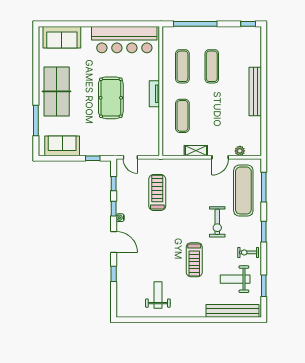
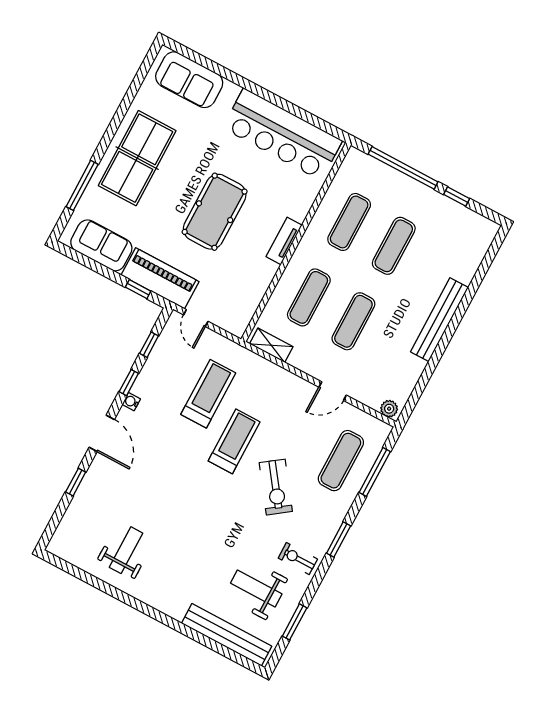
window: (248, 24) -> (457, 197), moved
exercise mat: (212, 116) -> (353, 321), added
piano: (101, 147) -> (160, 278), added
shelving: (196, 151) -> (271, 345), moved
plant: (240, 151) -> (389, 409), moved
exercise mat: (243, 191) -> (341, 461), width x0.73, depth x0.69
exercise bike: (217, 222) -> (276, 487), turned -36
treadmill: (194, 260) -> (234, 441), moved, turned 180

